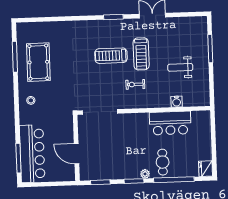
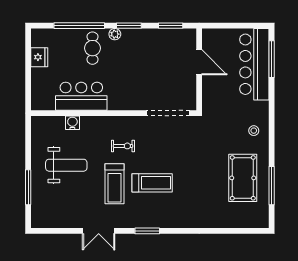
treadmill: (141, 54) -> (114, 184), turned 180
weight bench: (180, 67) -> (66, 165), width x1.36, depth x1.33
fridge: (206, 169) -> (39, 57), moved

